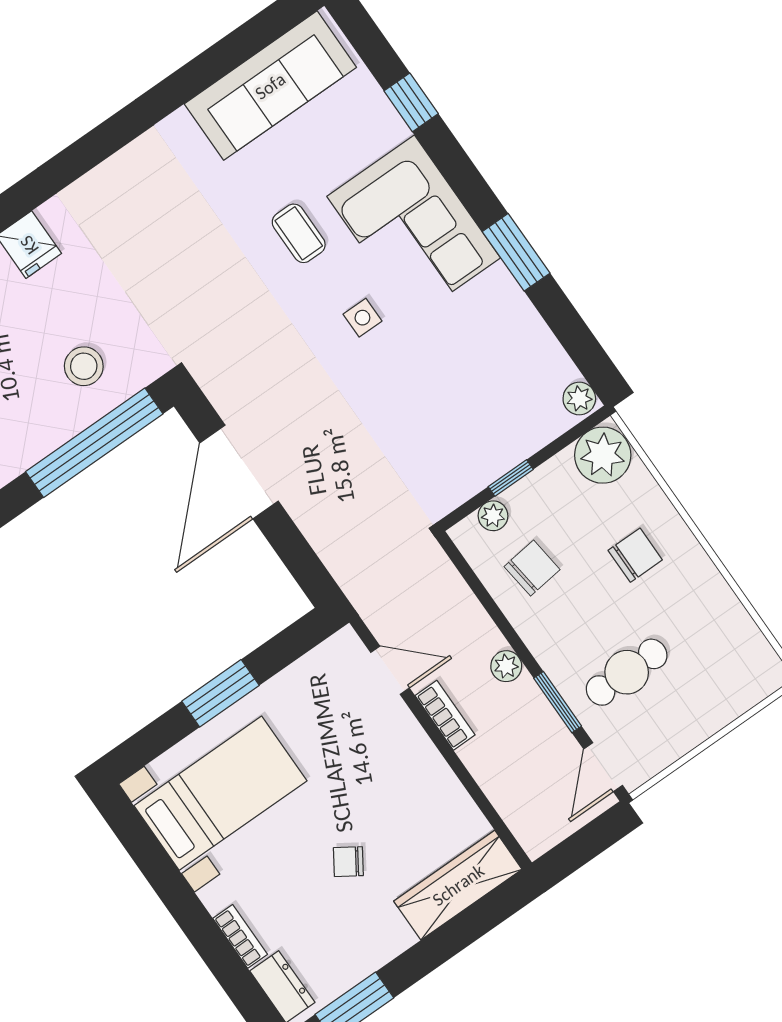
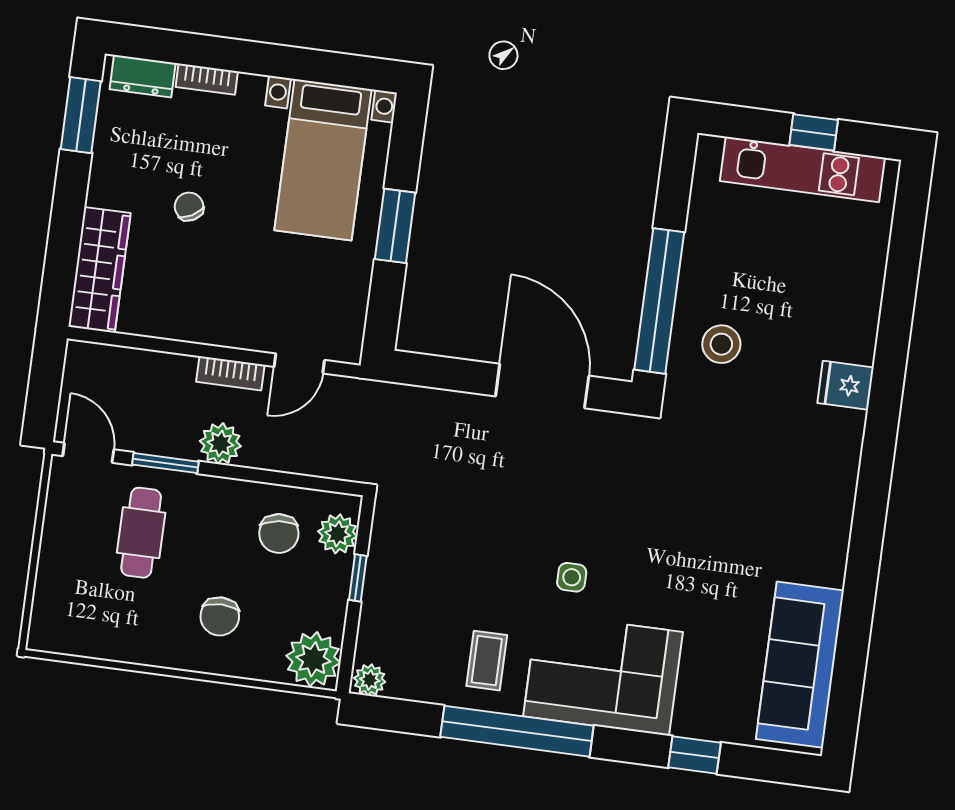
coffee table: (299, 233) -> (487, 661), moved, turned 90
window: (516, 252) -> (517, 731), width x2.11
plant: (493, 516) -> (338, 534), width x1.38, depth x1.38
plant: (506, 666) -> (220, 444), width x1.38, depth x1.38
chair: (348, 862) -> (189, 207), turned -62

